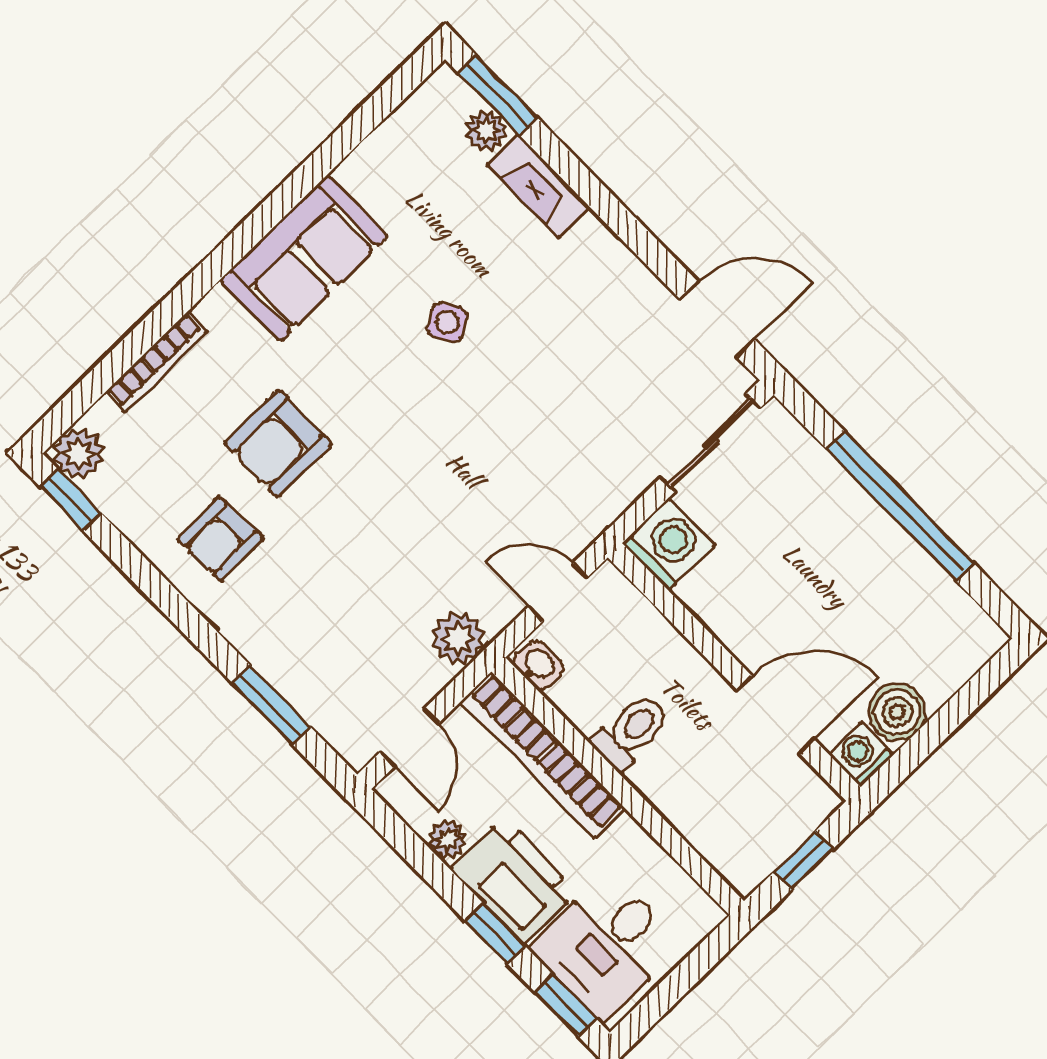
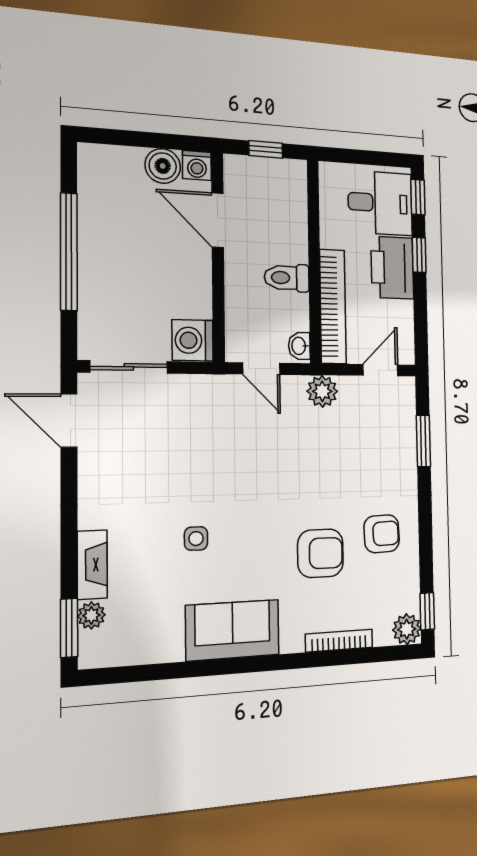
side table: (447, 322) -> (196, 539), turned 31
plant: (448, 840) -> (403, 312), removed

